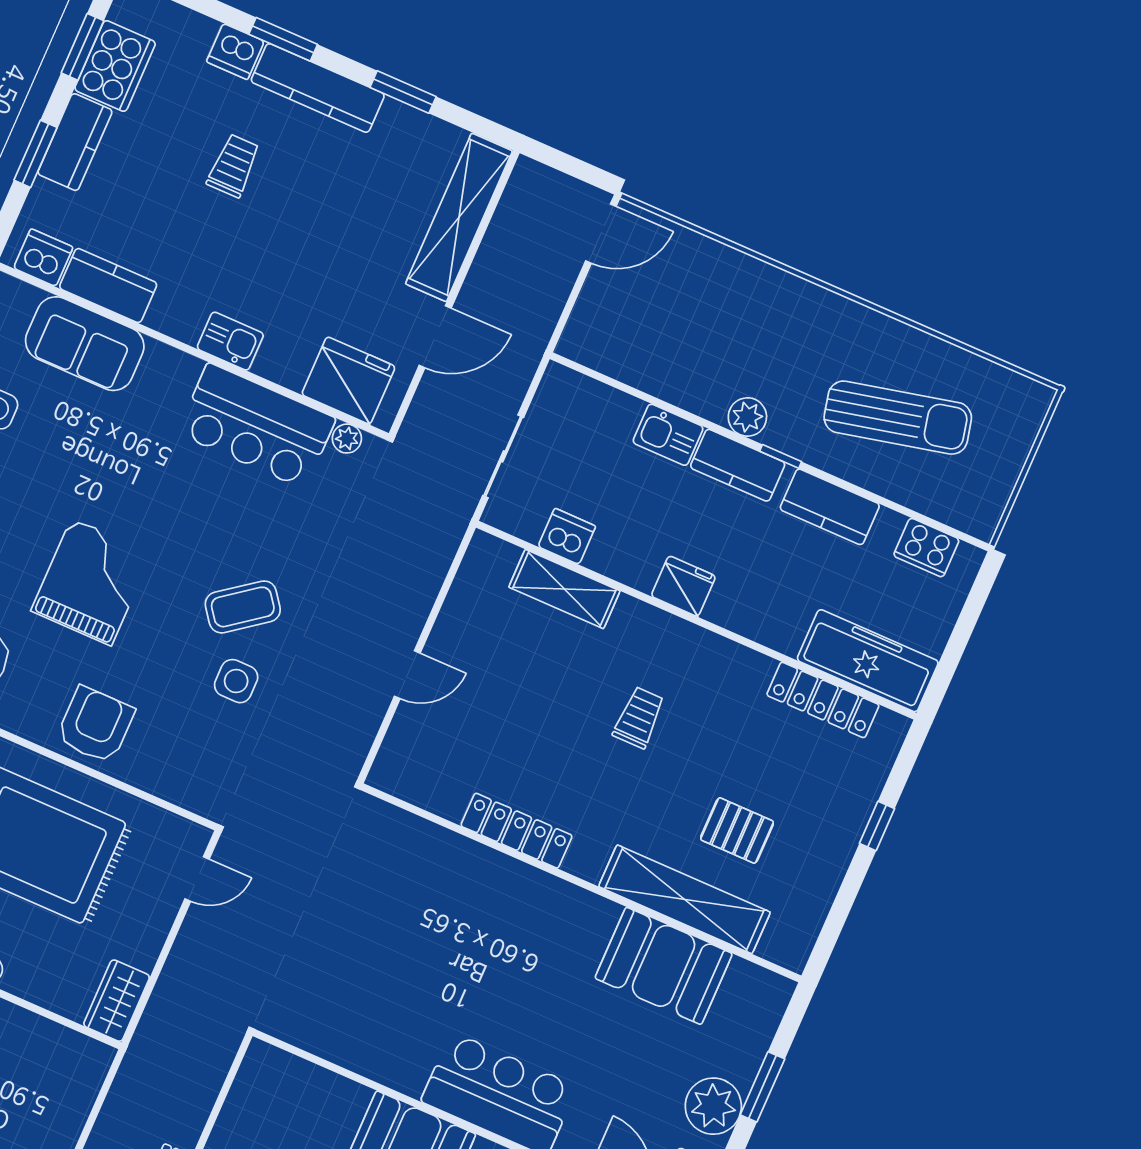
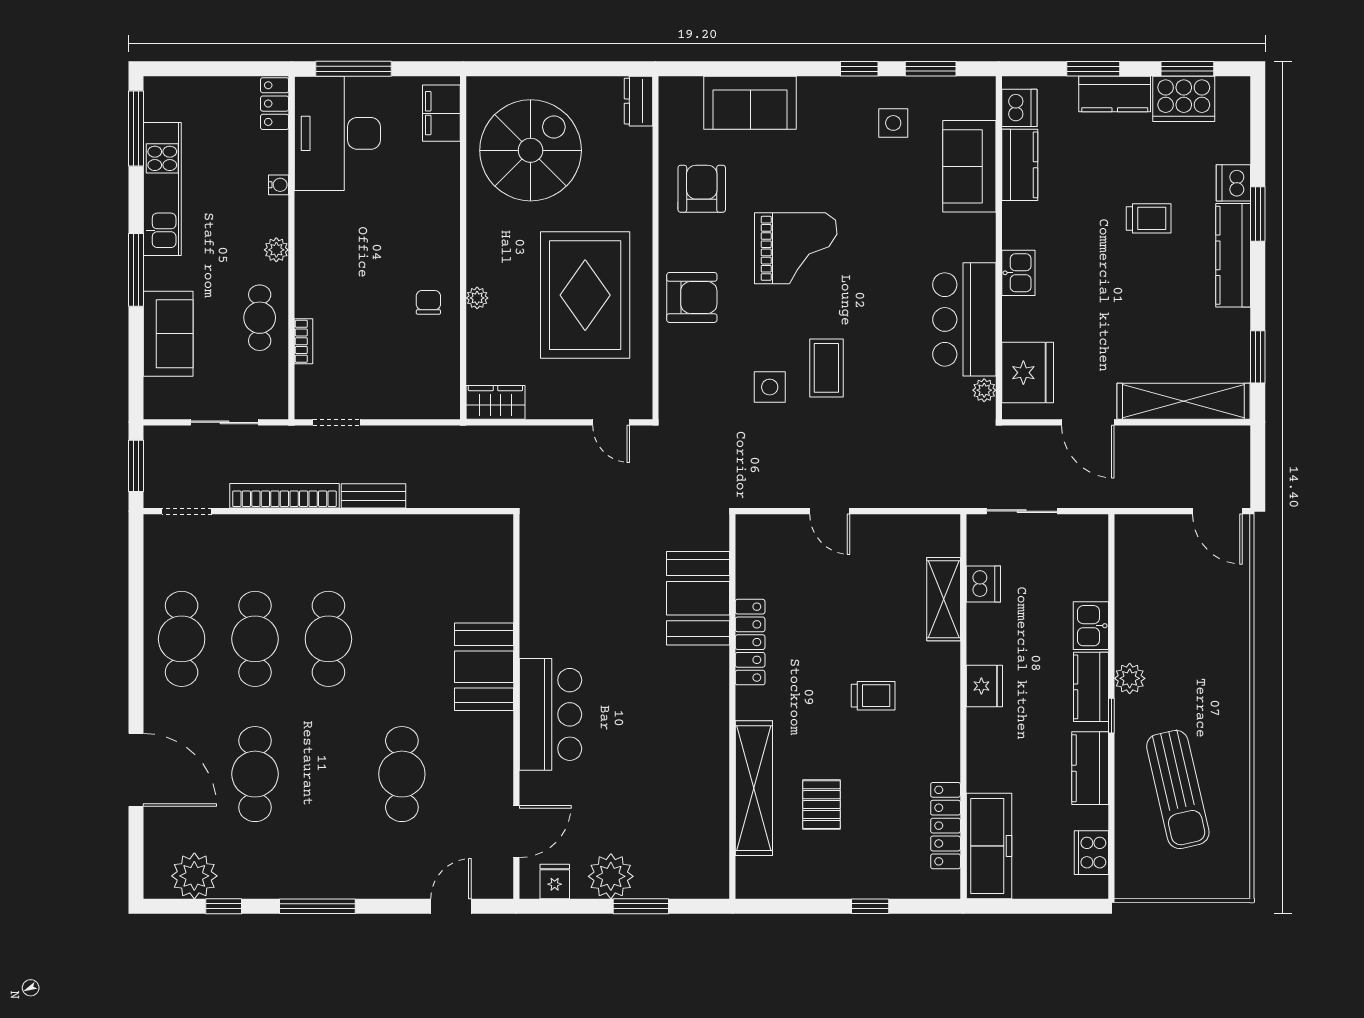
window: (403, 92) -> (1258, 357), moved
coffee table: (243, 607) -> (826, 368), turned 37
booth: (664, 966) -> (698, 598), moved

